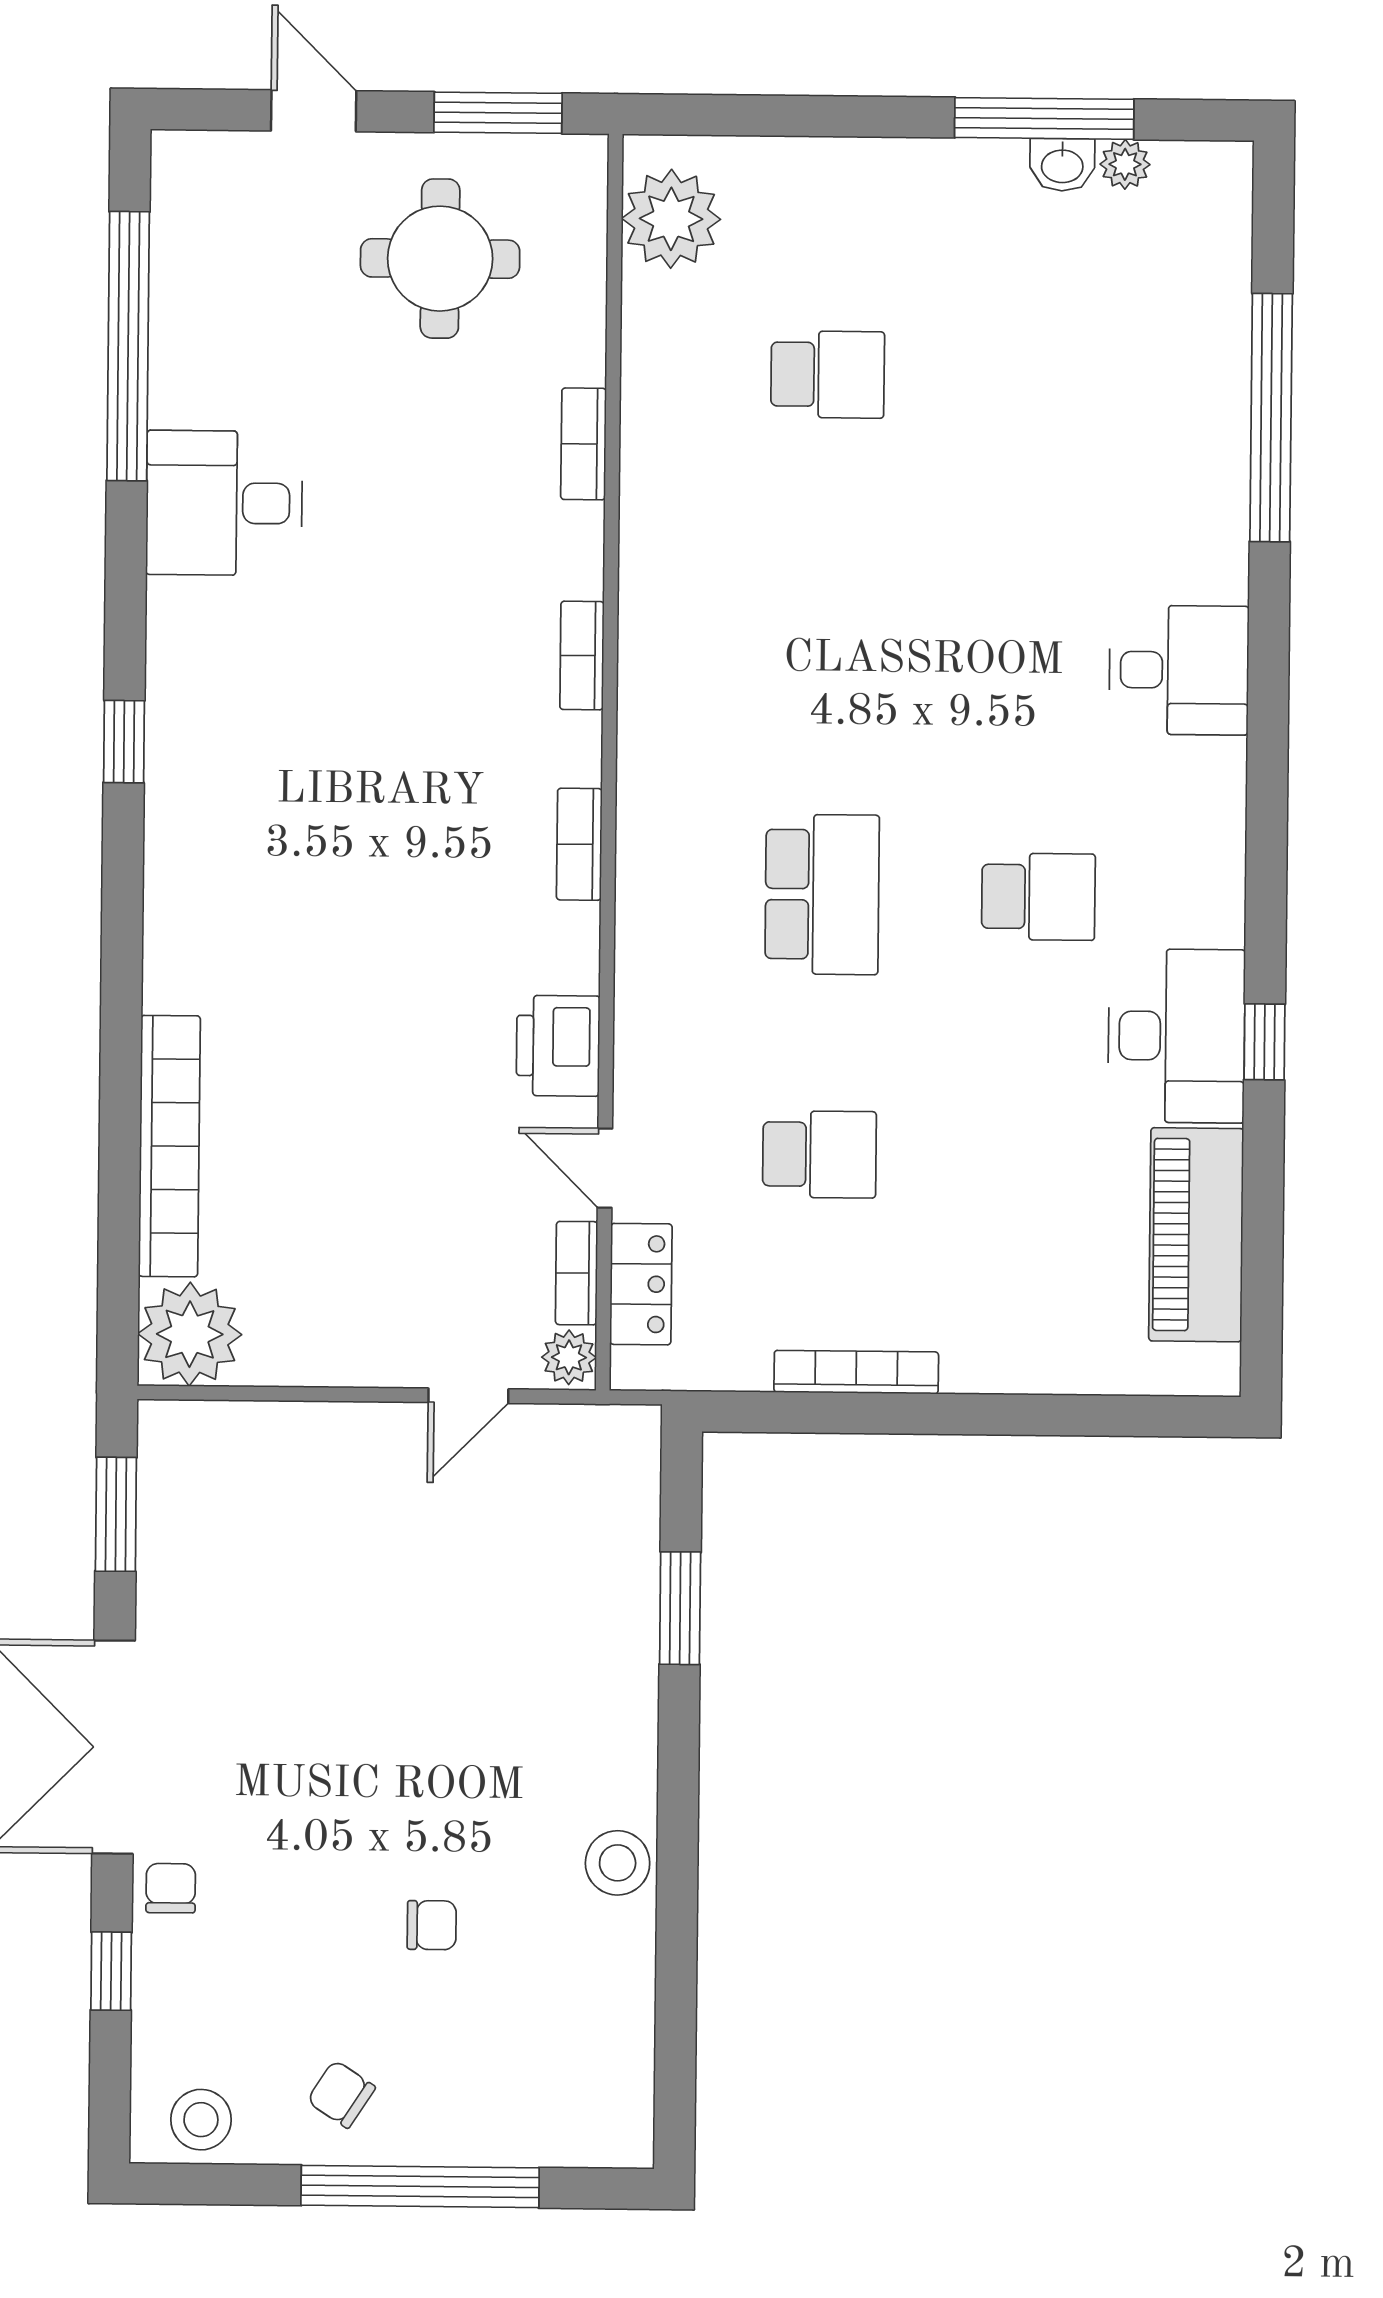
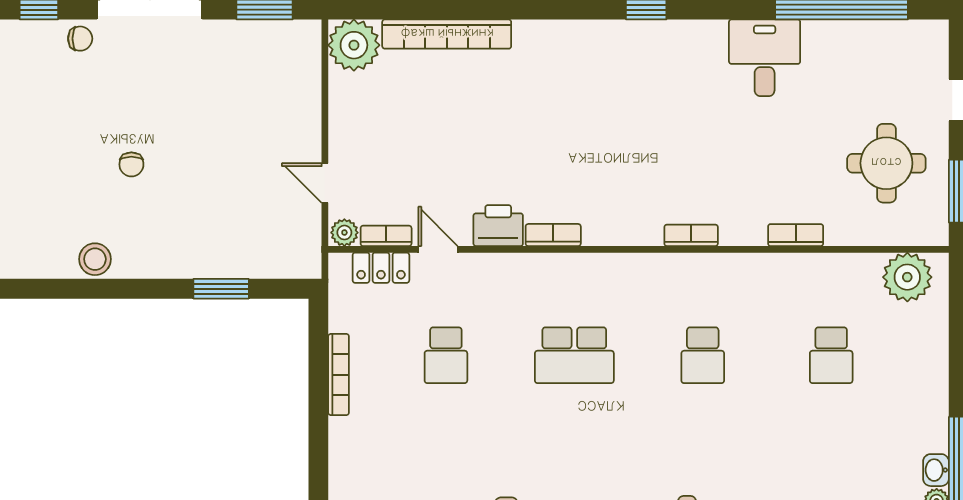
bookcase: (579, 844) -> (553, 235), moved
school desk: (1038, 897) -> (703, 355), moved
door: (605, 1168) -> (438, 249), hinge flipped
chair: (432, 1925) -> (131, 164), moved

